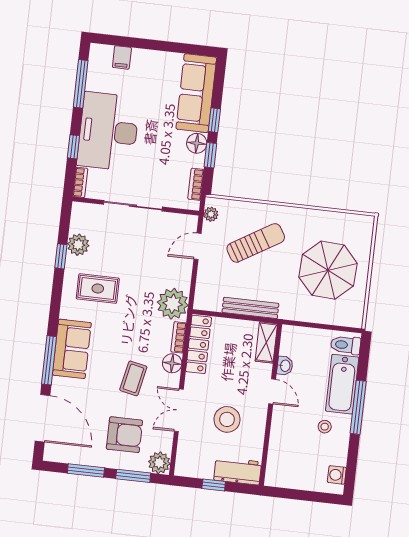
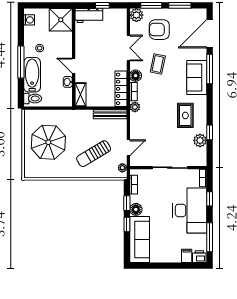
printer: (101, 54) -> (199, 257), added
rug: (98, 289) -> (185, 115), turned 90
plant: (173, 304) -> (135, 107), width x0.53, depth x0.53
bench: (250, 308) -> (110, 114), moved
door: (43, 418) -> (210, 34), hinge flipped
stool: (227, 419) -> (99, 46), removed
shower: (285, 469) -> (61, 20), added

